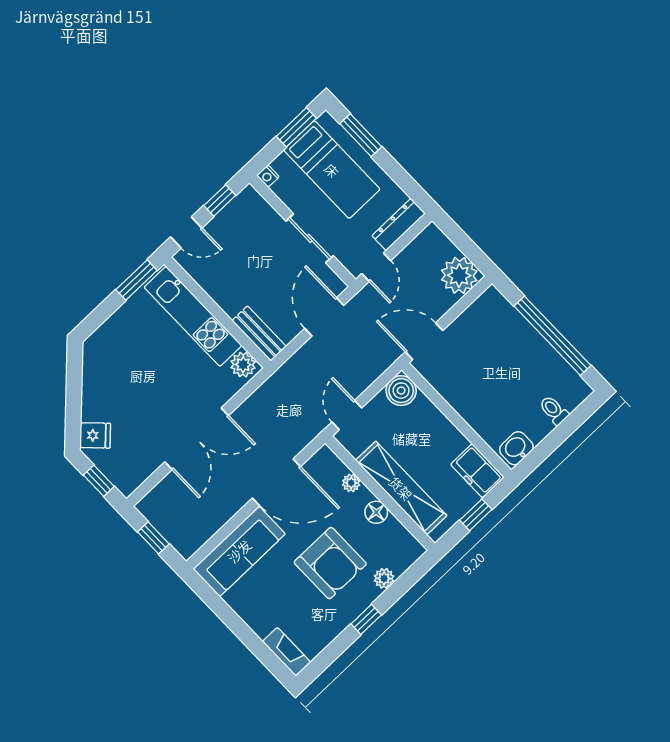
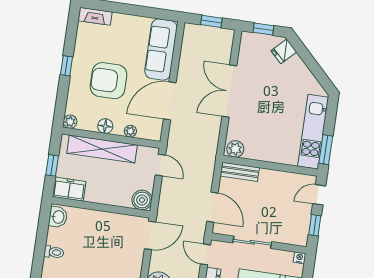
kitchen unit: (193, 316) -> (313, 132), moved, turned -90
plant: (384, 578) -> (70, 122), moved

